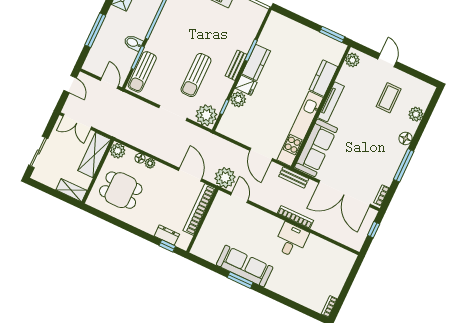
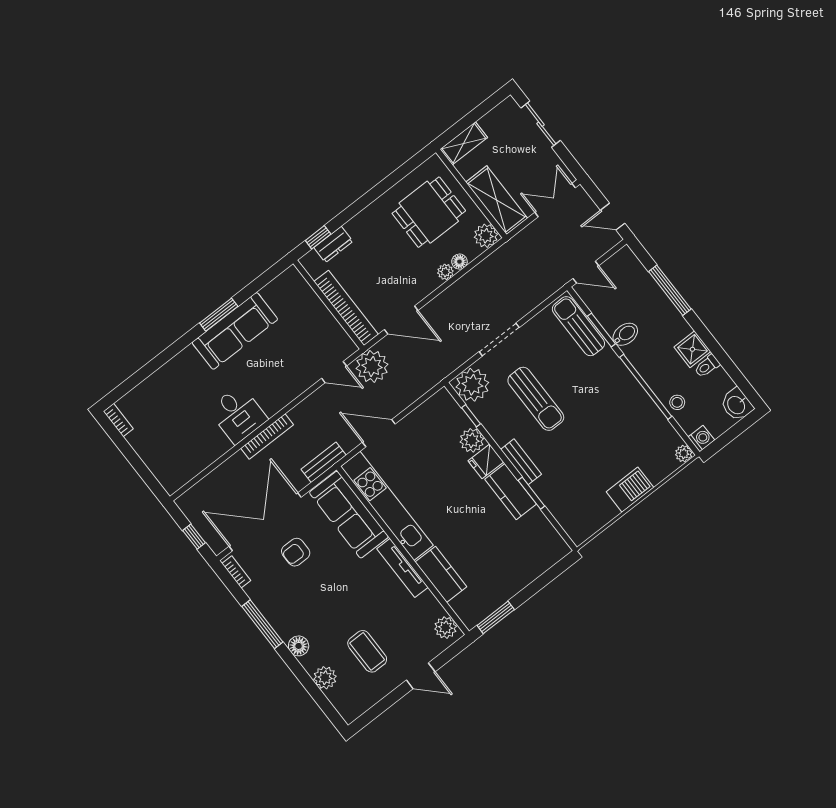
sun lounger: (196, 75) -> (536, 399), turned 180
armchair: (353, 167) -> (296, 552), added

